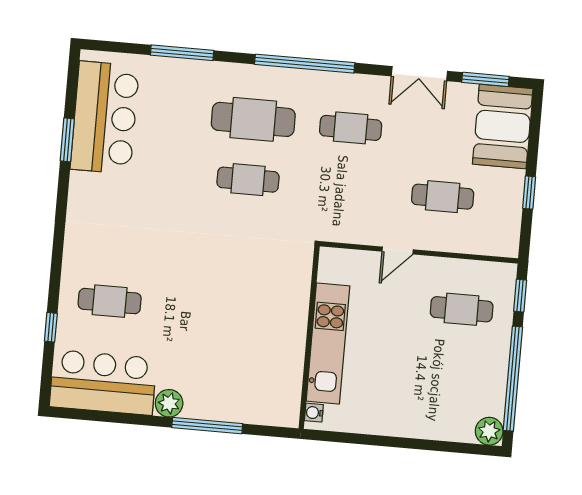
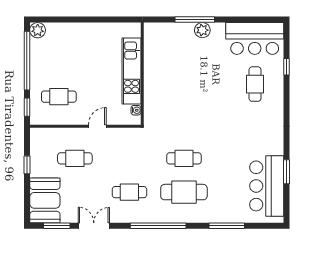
cafe table: (110, 301) -> (255, 84), turned 90
plant: (169, 403) -> (202, 30), moved
water cooler: (314, 413) -> (136, 110), moved

